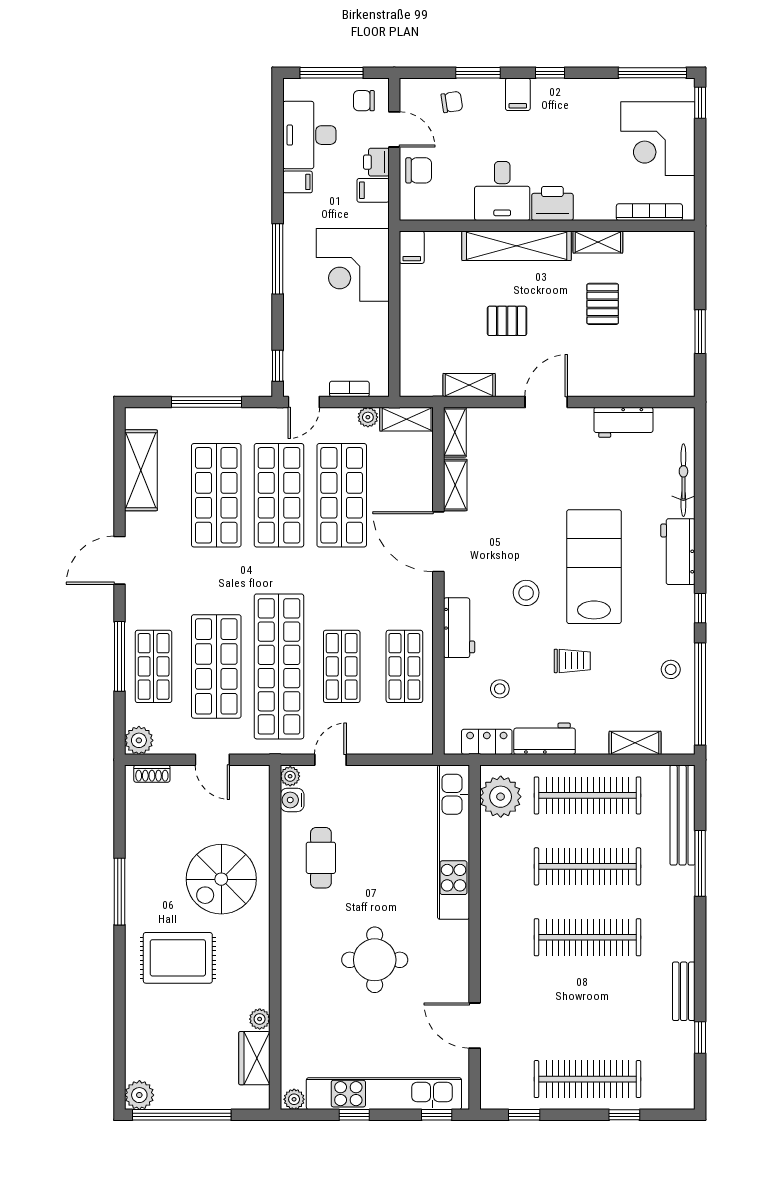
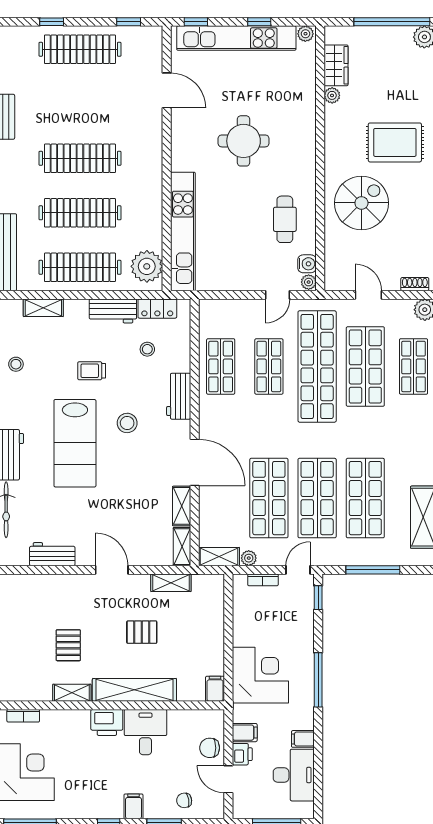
chair: (364, 101) -> (252, 801), removed
bookcase: (649, 212) -> (23, 716), width x0.64
door: (546, 402) -> (112, 570), swing flipped

